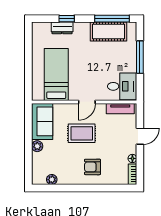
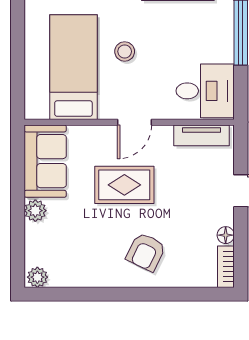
stool: (82, 67) -> (125, 51), added
armchair: (92, 167) -> (146, 252), turned -64
plant: (52, 180) -> (37, 277), moved

